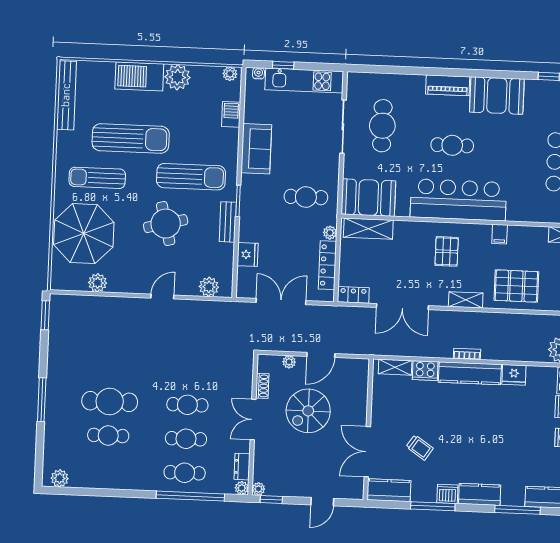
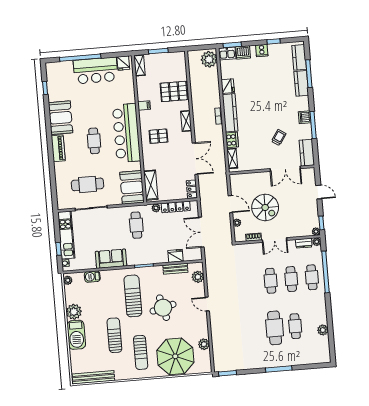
sun lounger: (131, 139) -> (114, 335), width x0.73, depth x0.75
bench: (228, 222) -> (175, 269), moved
pallet: (516, 286) -> (174, 91), turned 90
plant: (60, 478) -> (323, 330), moved
kitchen counter: (480, 494) -> (301, 83), moved

